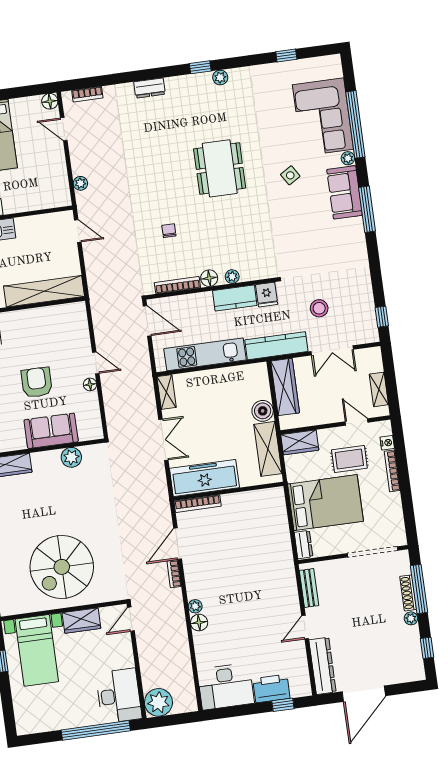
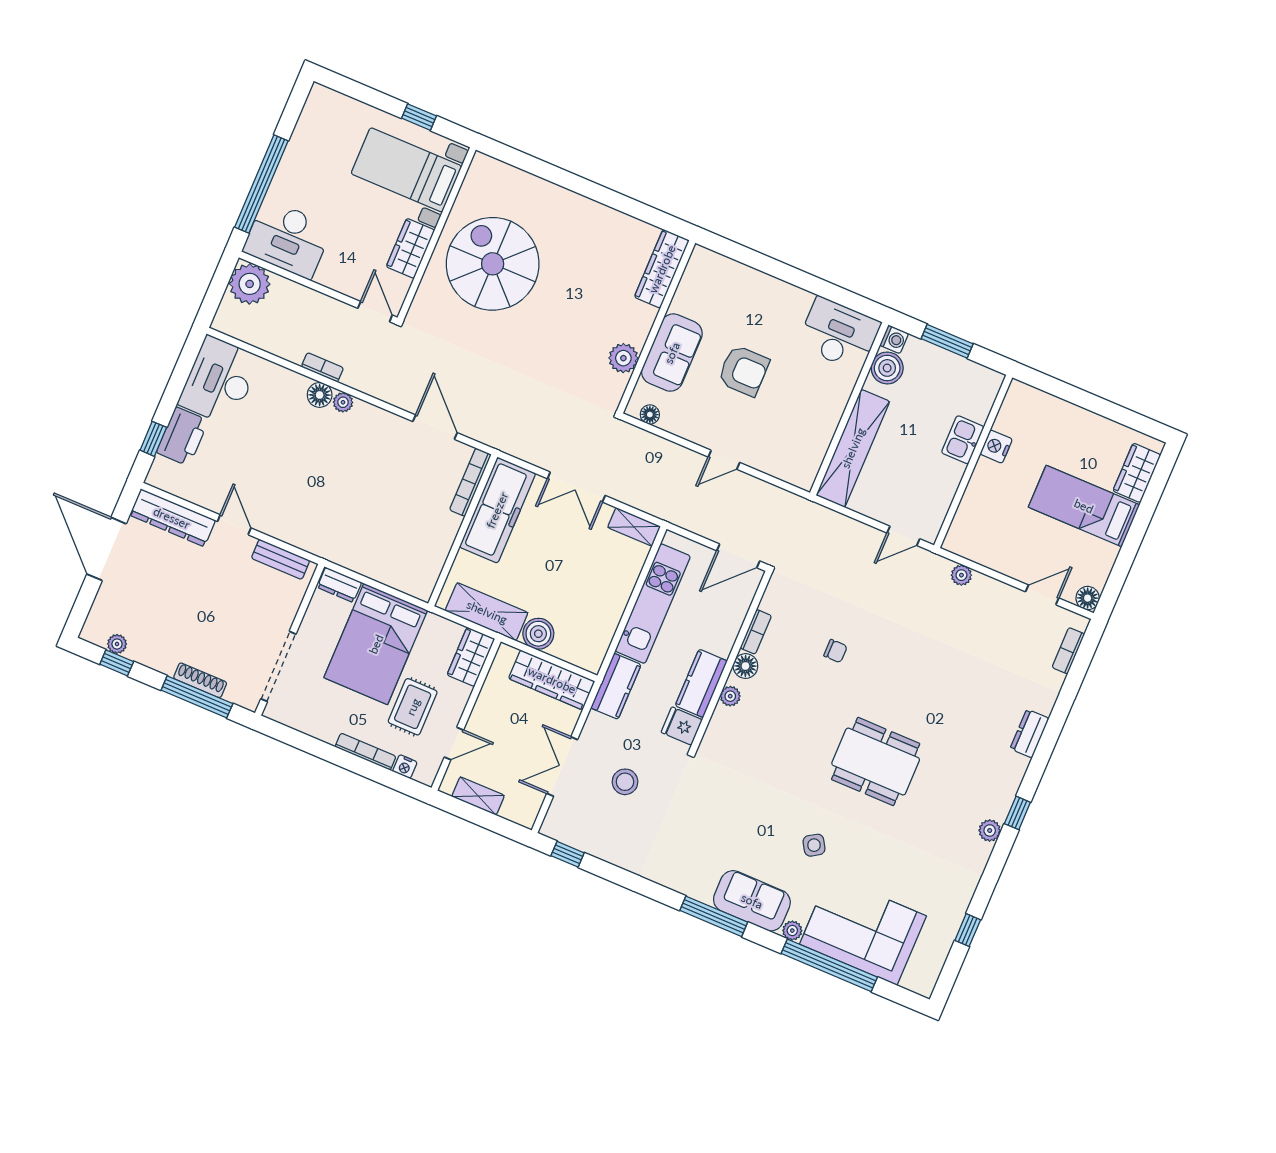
bookcase: (177, 285) -> (756, 632), width x0.64
kitchen counter: (276, 346) -> (616, 686), width x0.67
floor lamp: (90, 384) -> (650, 415), moved
bookcase: (174, 574) -> (322, 367), moved
plant: (411, 618) -> (117, 644), moved

